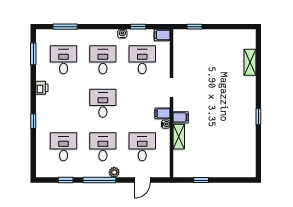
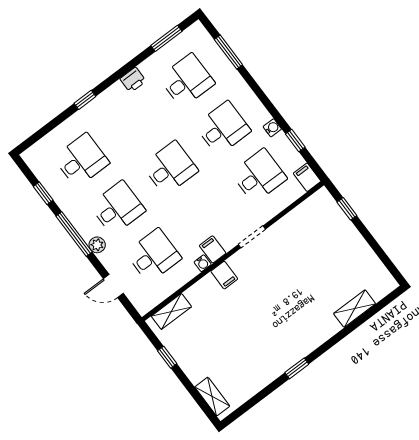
shelving: (179, 137) -> (171, 311), moved
shelving: (240, 172) -> (212, 397), added

